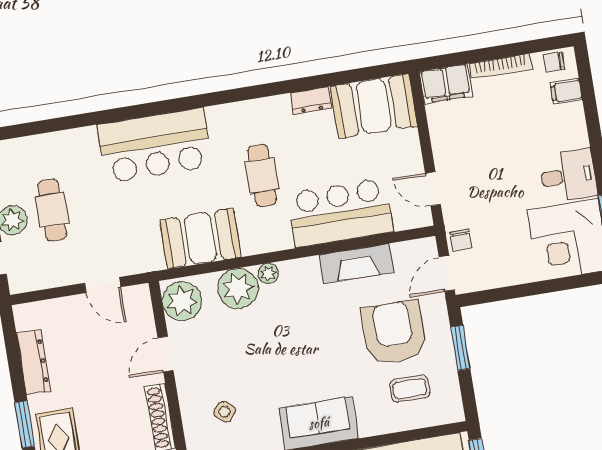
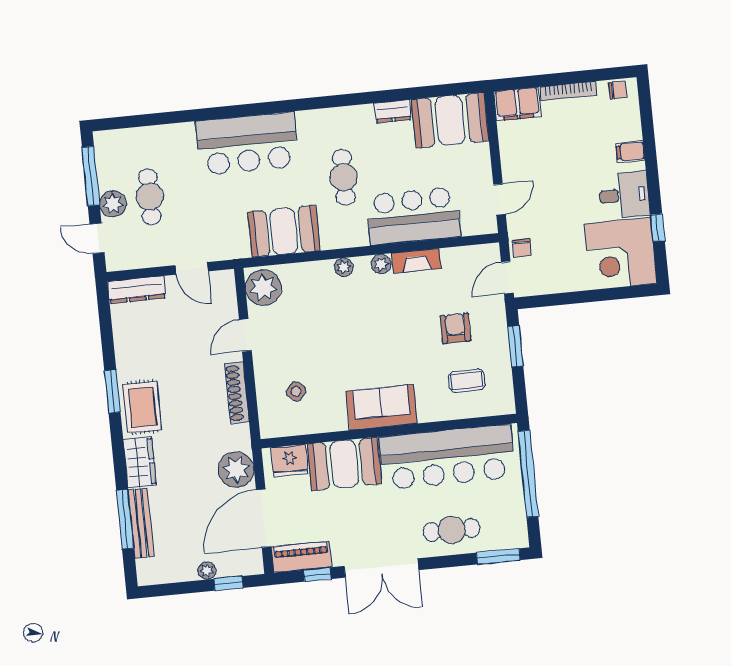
chair: (554, 62) -> (618, 90), turned 180
filing cabinet: (566, 91) -> (630, 152), moved
door: (433, 189) -> (500, 199), swing flipped
fireplace: (357, 263) -> (416, 261), width x0.73, depth x0.76
plant: (238, 288) -> (381, 264), moved, width x0.53, depth x0.53
armchair: (394, 332) -> (455, 328), width x0.53, depth x0.53
dresser: (33, 362) -> (137, 290), moved, turned 90

